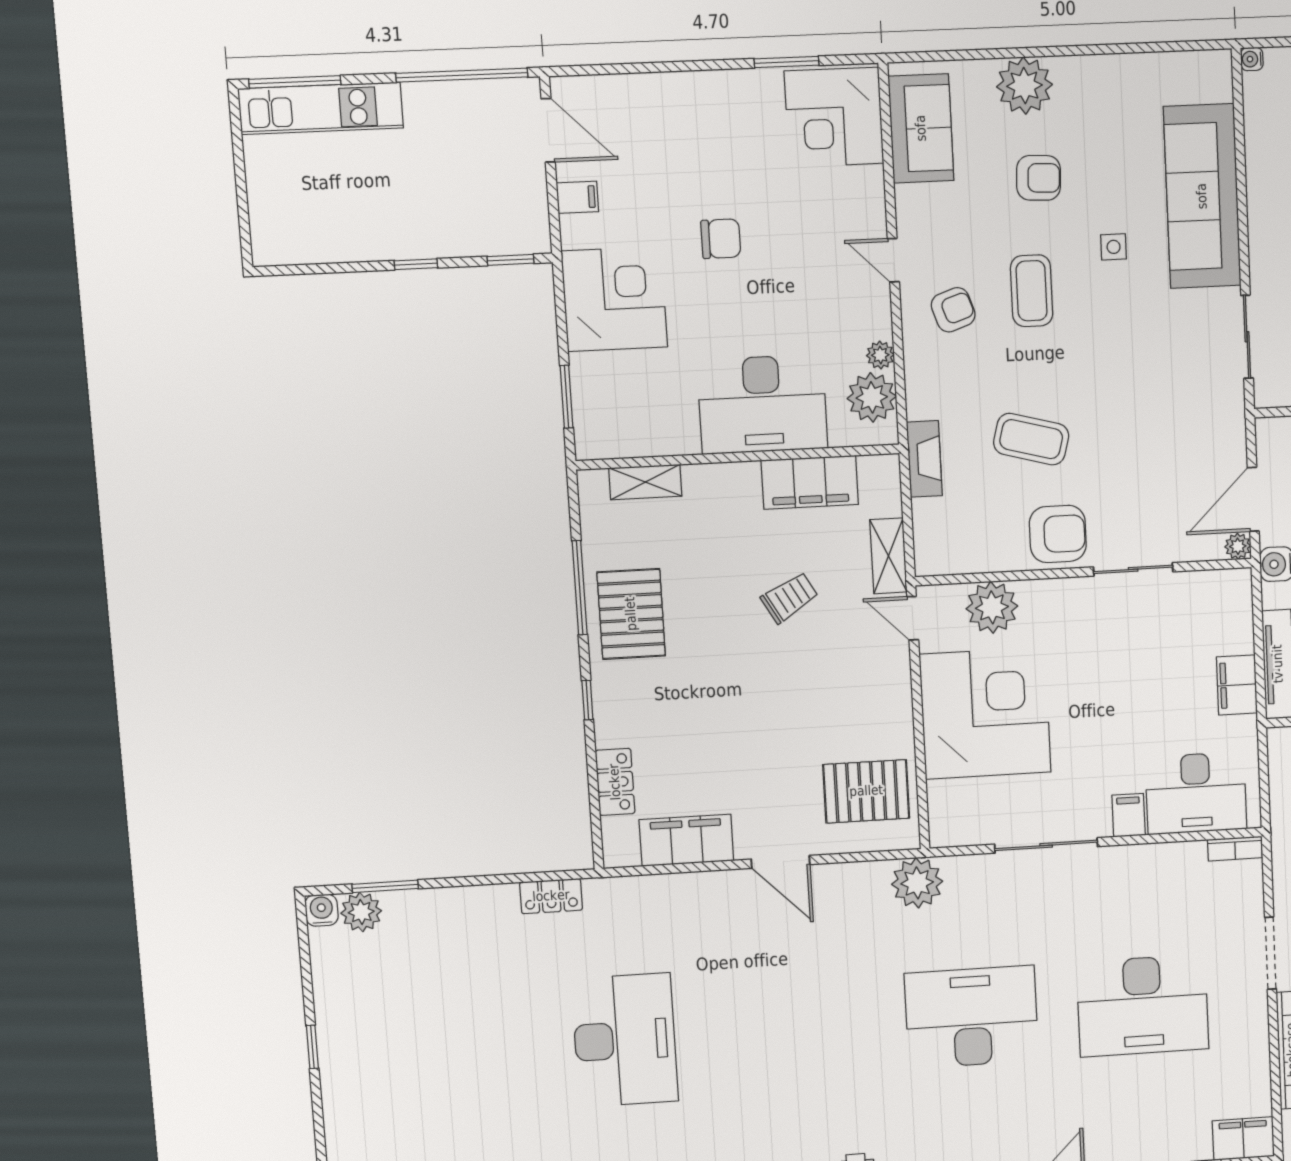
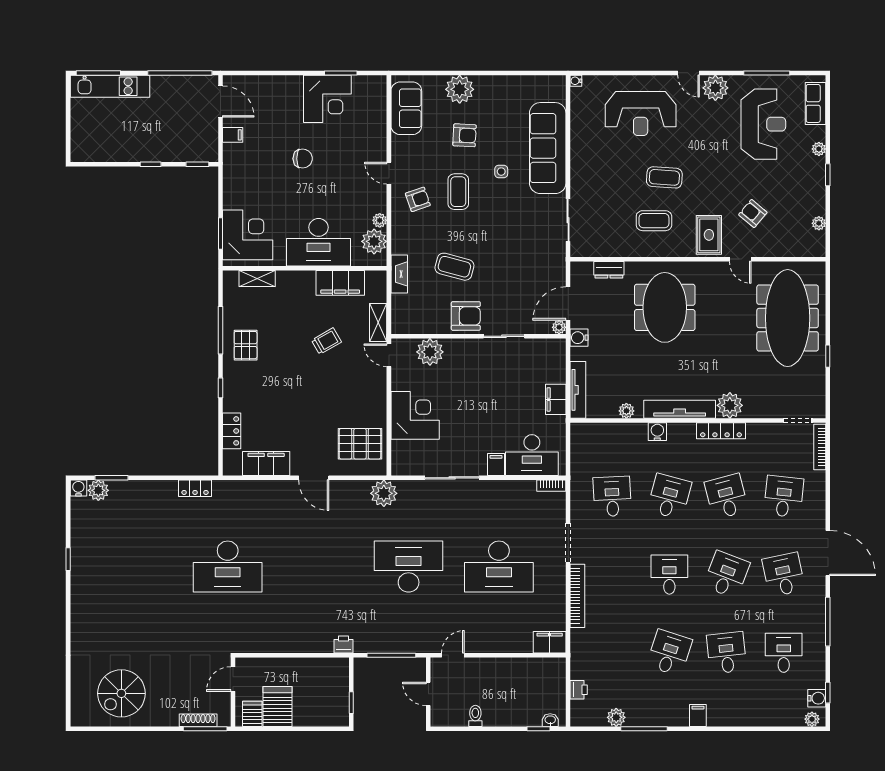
corner desk: (834, 117) -> (327, 99), moved, turned -90
corner desk: (614, 299) -> (248, 235), moved
pallet: (631, 614) -> (246, 345), width x0.67, depth x0.71
corner desk: (985, 713) -> (415, 415), width x0.74, depth x0.74
desk: (625, 1040) -> (228, 567), turned 90

